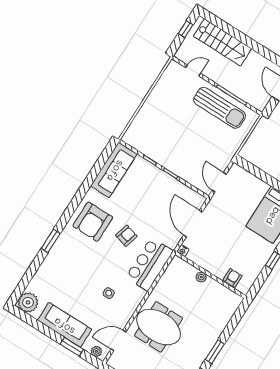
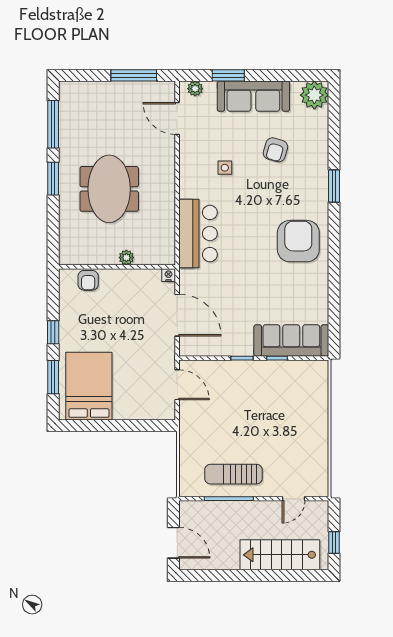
sun lounger: (220, 108) -> (233, 474), width x0.73, depth x0.75
sofa: (114, 170) -> (291, 340), moved, turned 90
armchair: (126, 236) -> (275, 150), moved
meeting table: (159, 327) -> (109, 189), moved, turned 90
door: (118, 340) -> (177, 118), swing flipped

